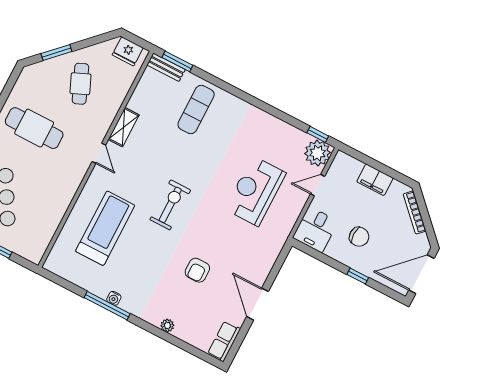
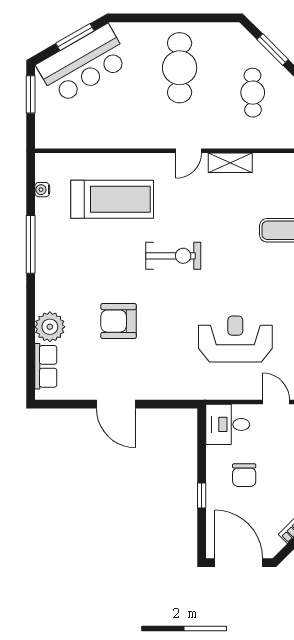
cafe table: (80, 84) -> (253, 93), turned -68
armchair: (197, 270) -> (119, 321), width x1.38, depth x1.38
water cooler: (114, 298) -> (42, 190), moved
door: (258, 304) -> (116, 404), swing flipped
plant: (167, 326) -> (50, 327), width x1.88, depth x1.88
row of seats: (224, 341) -> (46, 366), moved, turned 90

